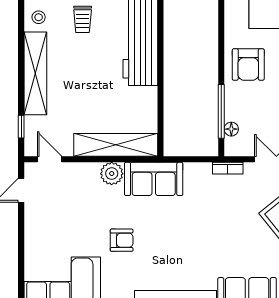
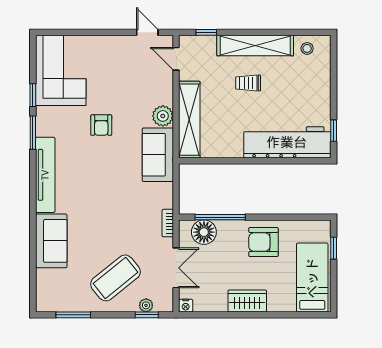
trolley: (83, 19) -> (248, 83), moved
floor lamp: (231, 129) -> (204, 232), width x1.89, depth x1.89
door: (50, 159) -> (176, 59), swing flipped

